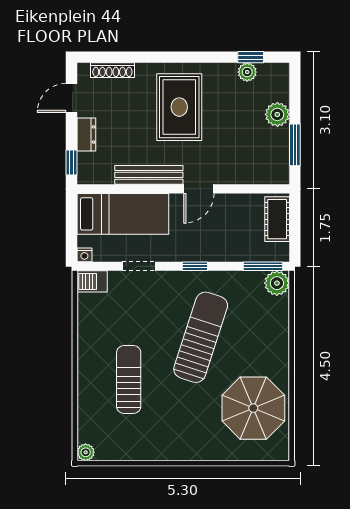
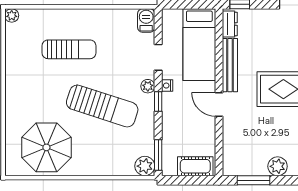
dresser: (86, 134) -> (230, 24), moved, turned -90
nightstand: (84, 255) -> (167, 86), moved
plant: (176, 279) -> (148, 86), added

